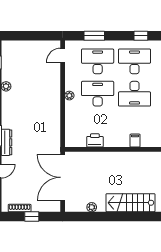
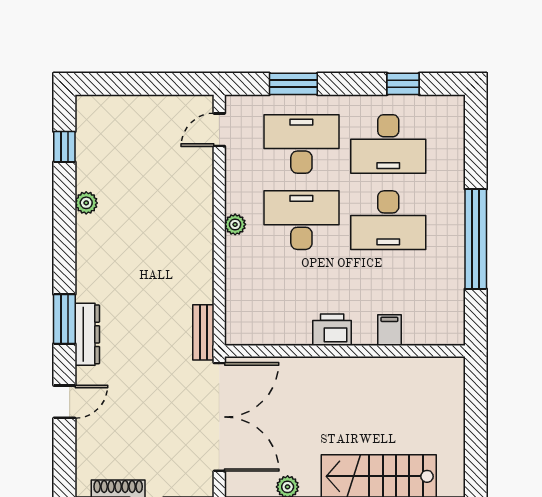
desk: (135, 61) -> (388, 144), turned 180
printer: (95, 140) -> (332, 330), moved
bench: (56, 141) -> (203, 332), added
double door: (63, 177) -> (219, 417), swing flipped

